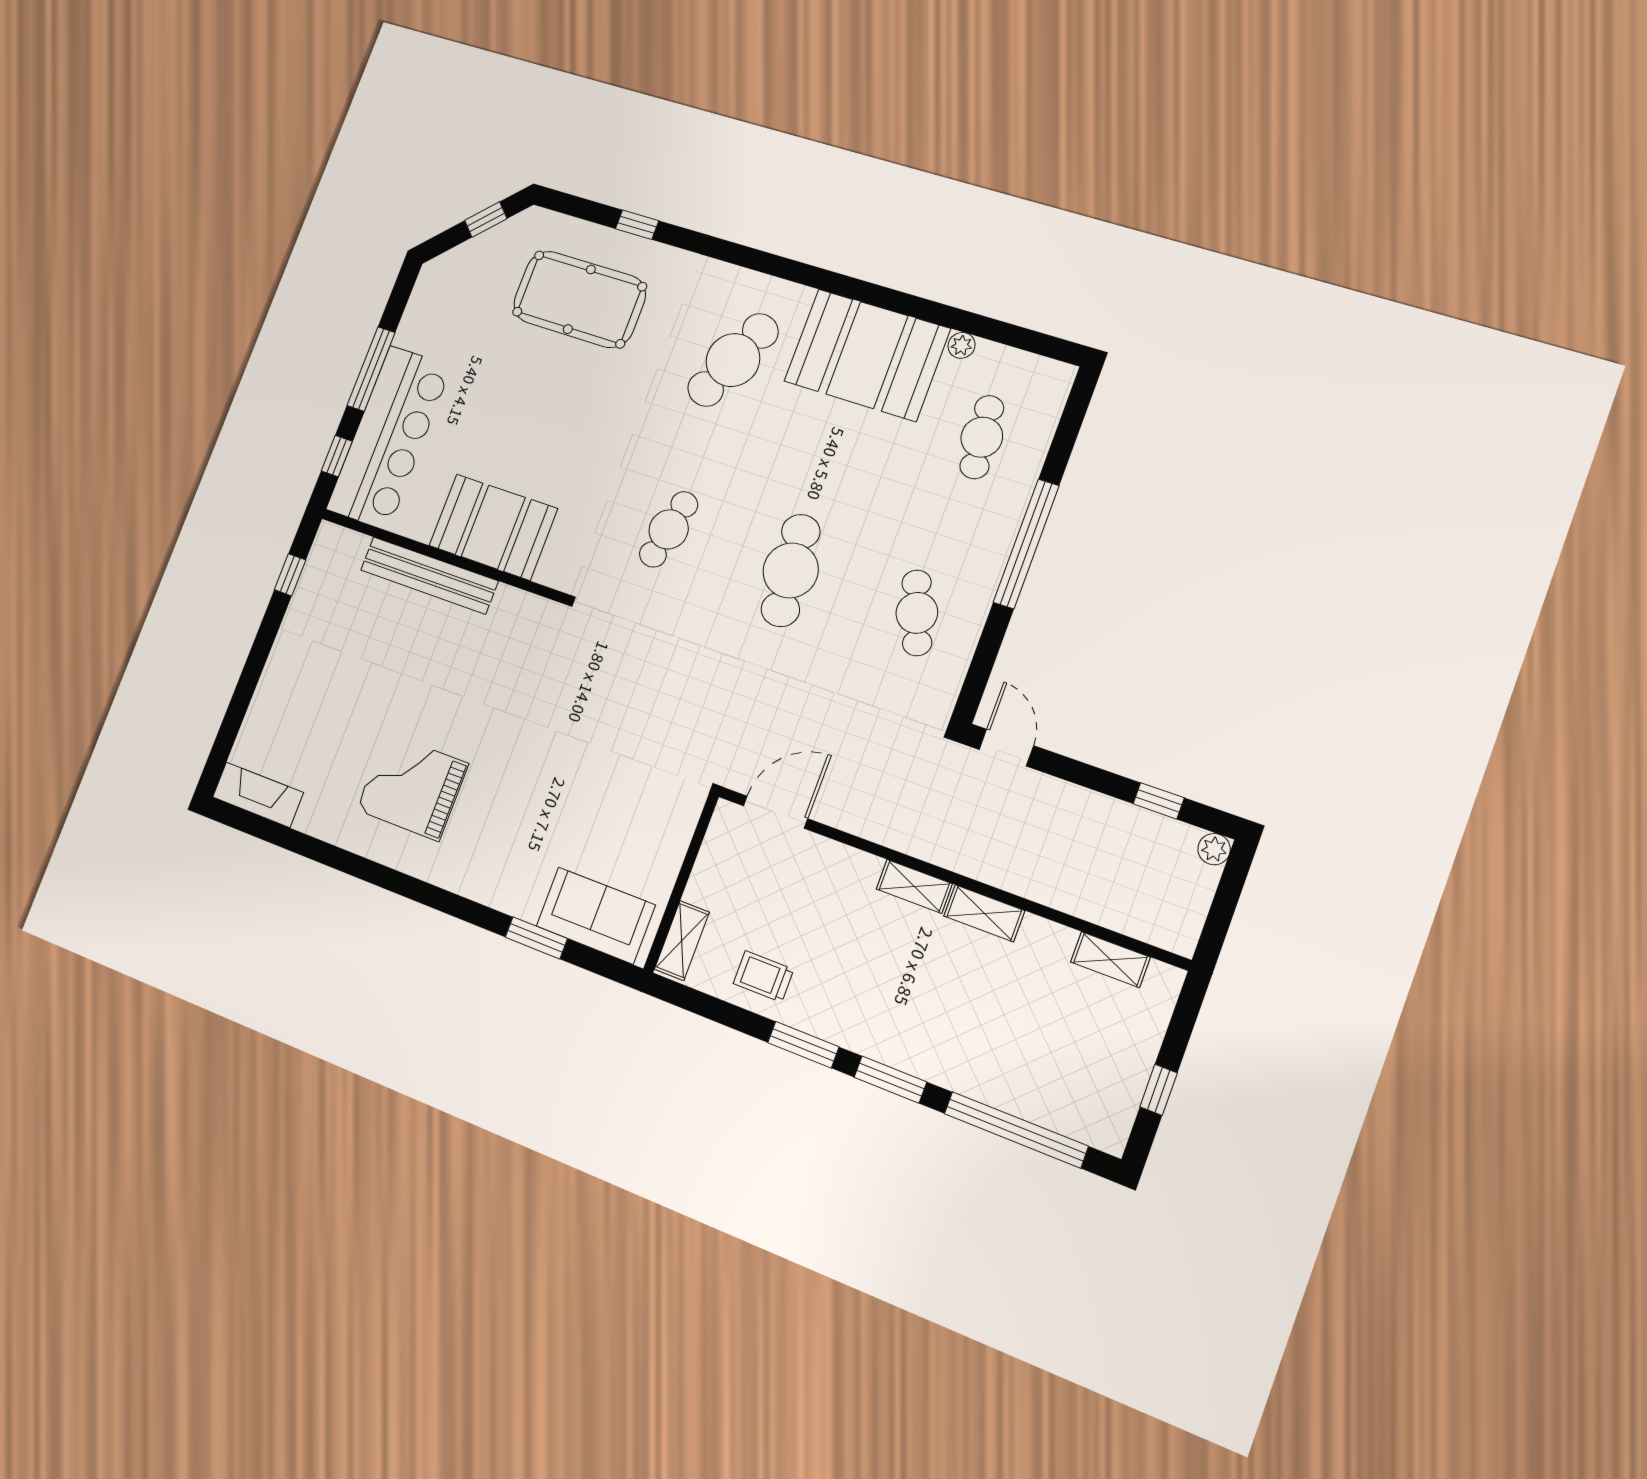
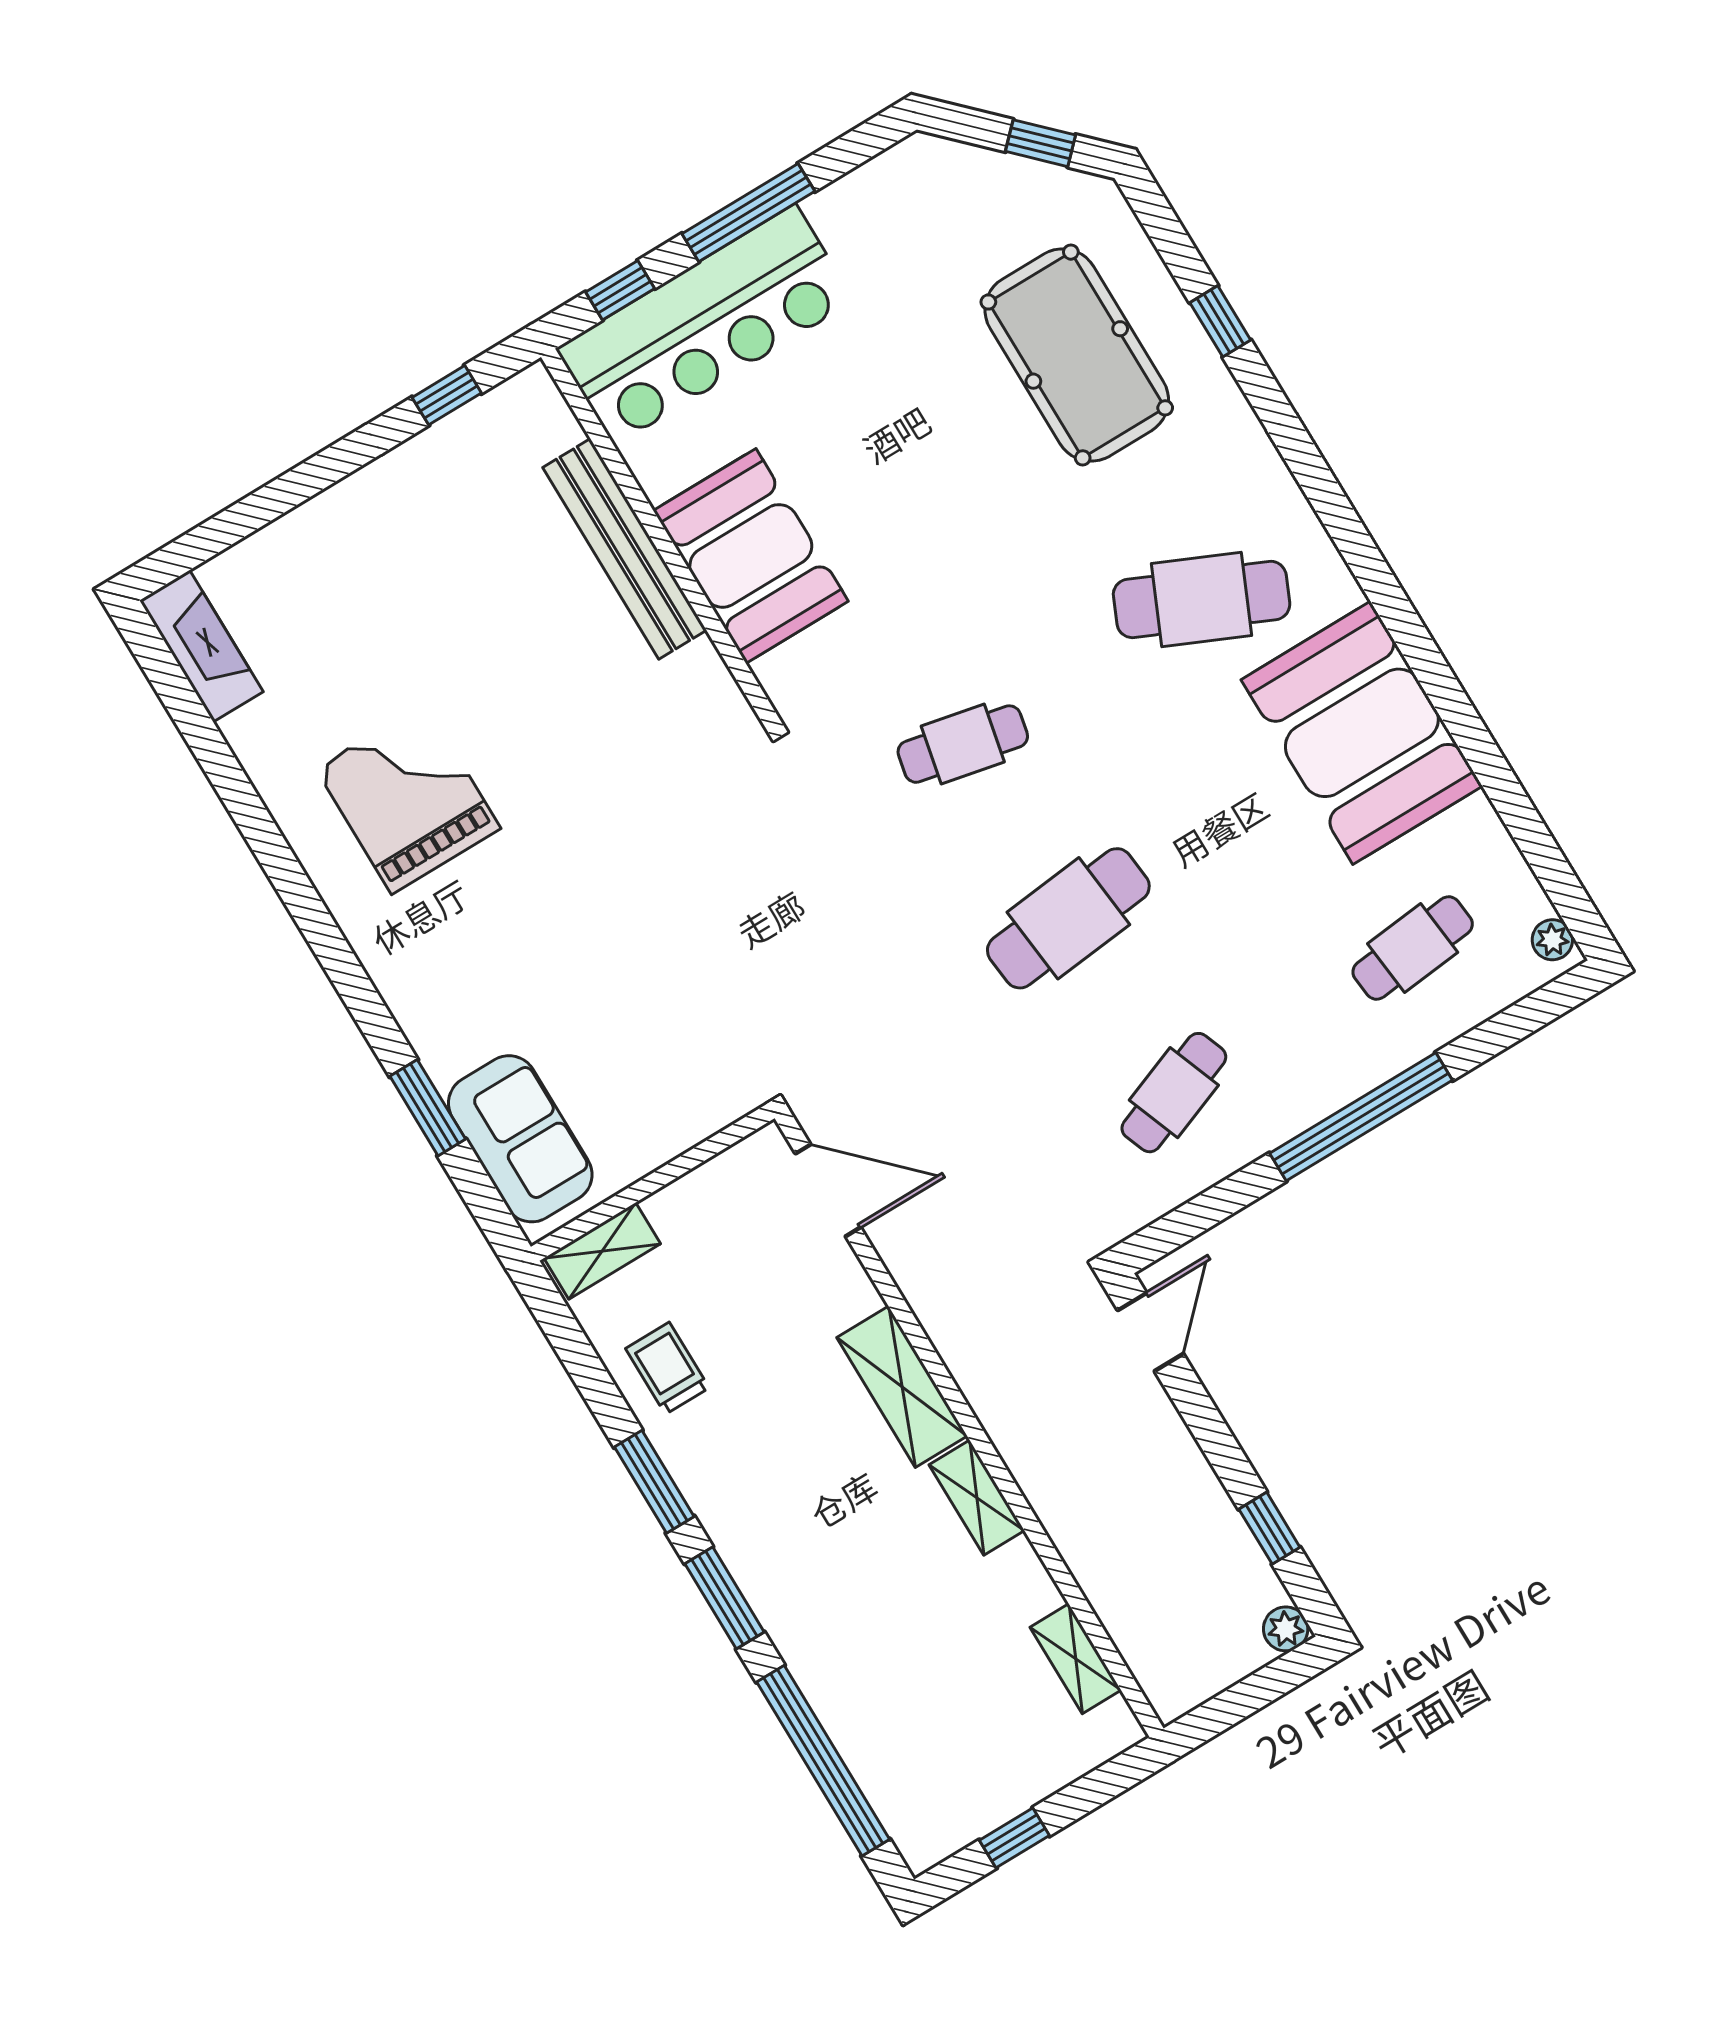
plant: (962, 345) -> (1552, 940), moved
shelving: (914, 886) -> (902, 1387), width x1.50, depth x1.33

